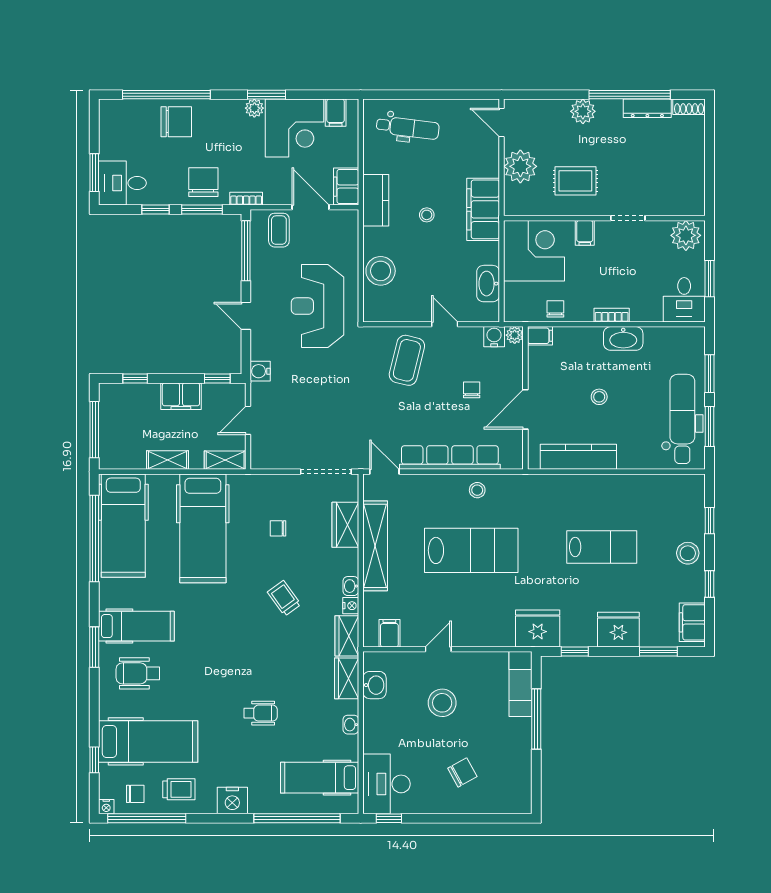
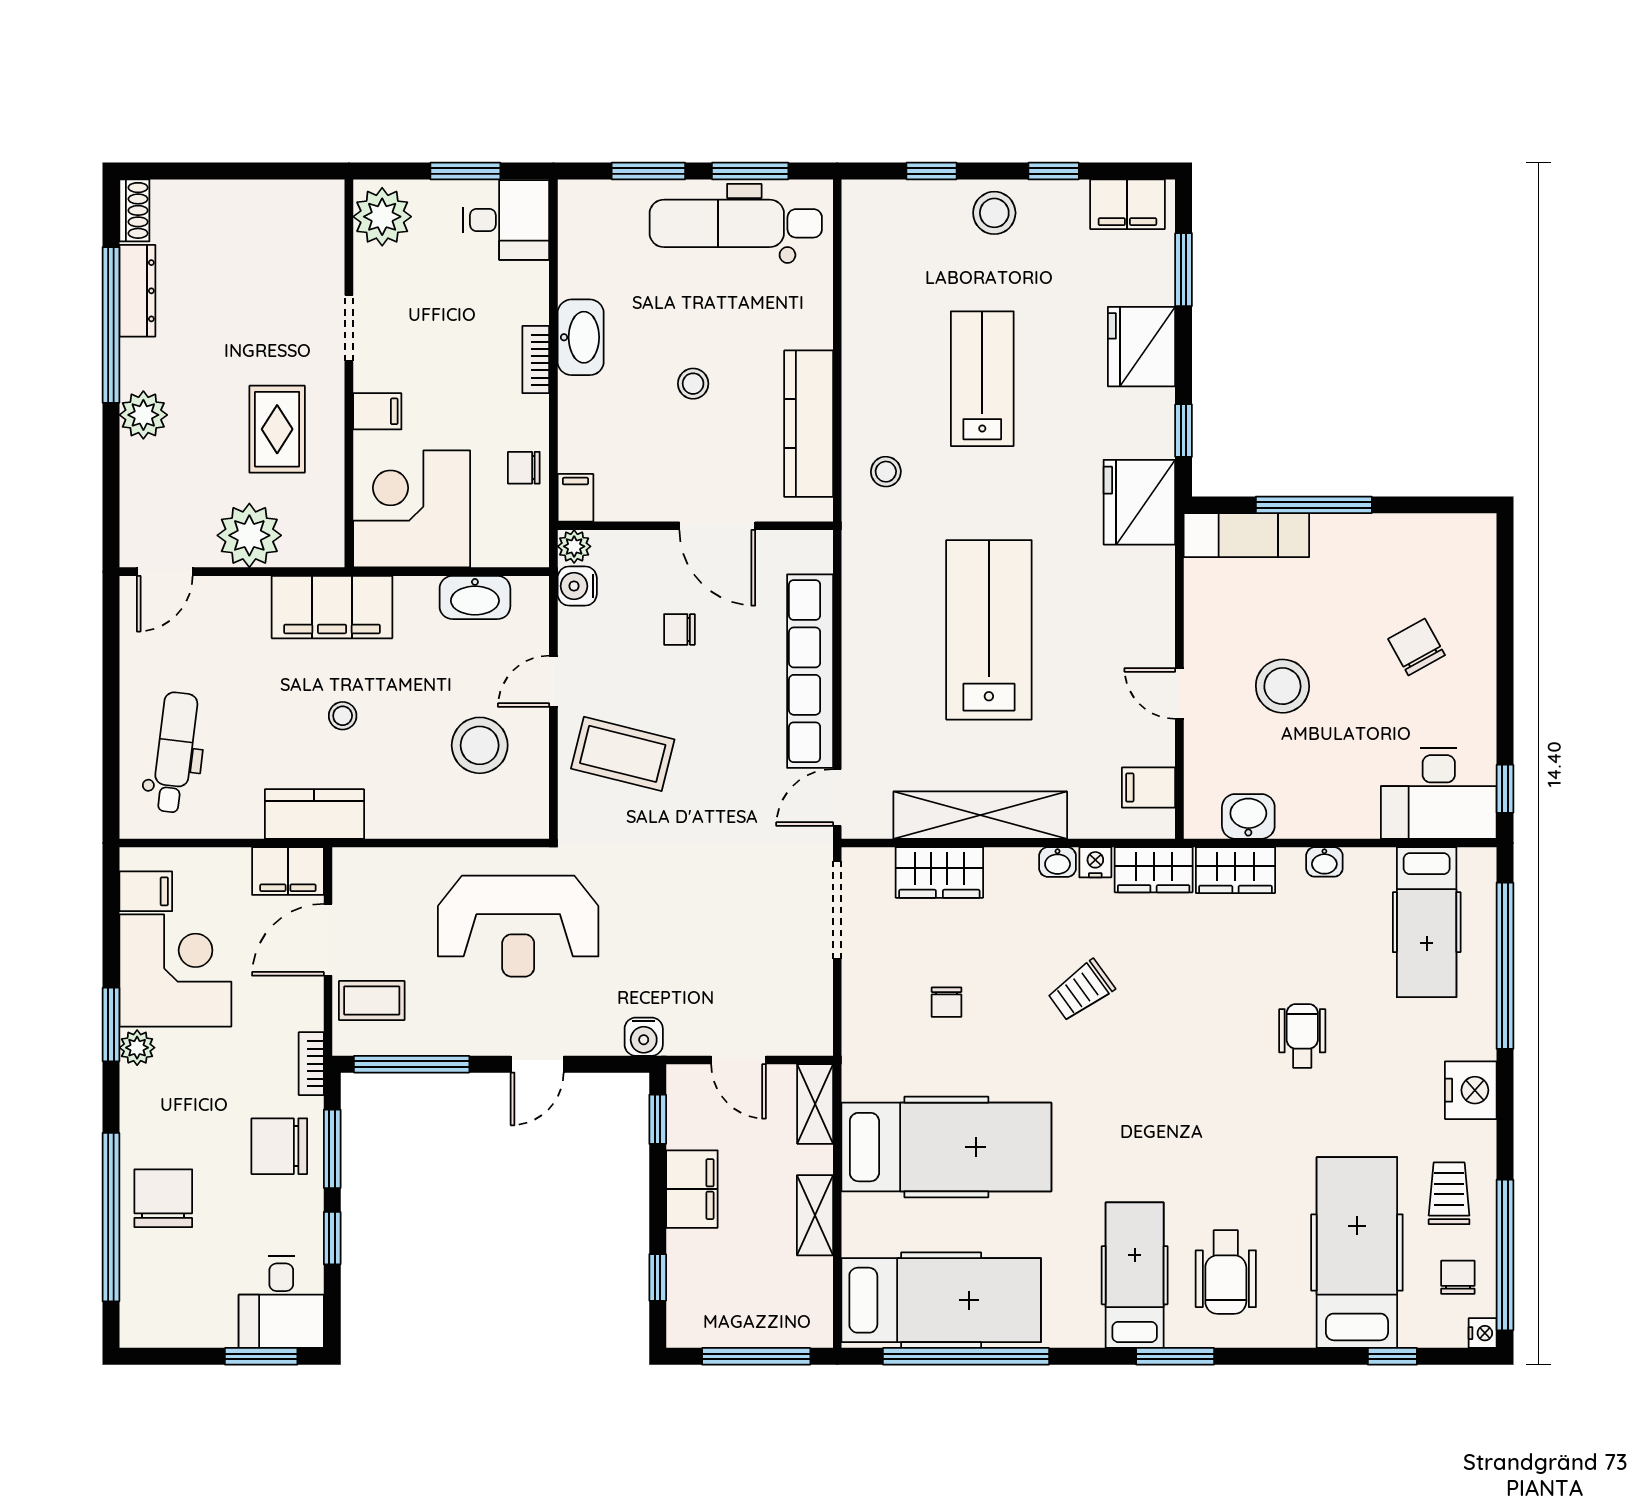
stool: (381, 271) -> (480, 745), moved
stool: (477, 490) -> (886, 472), moved

